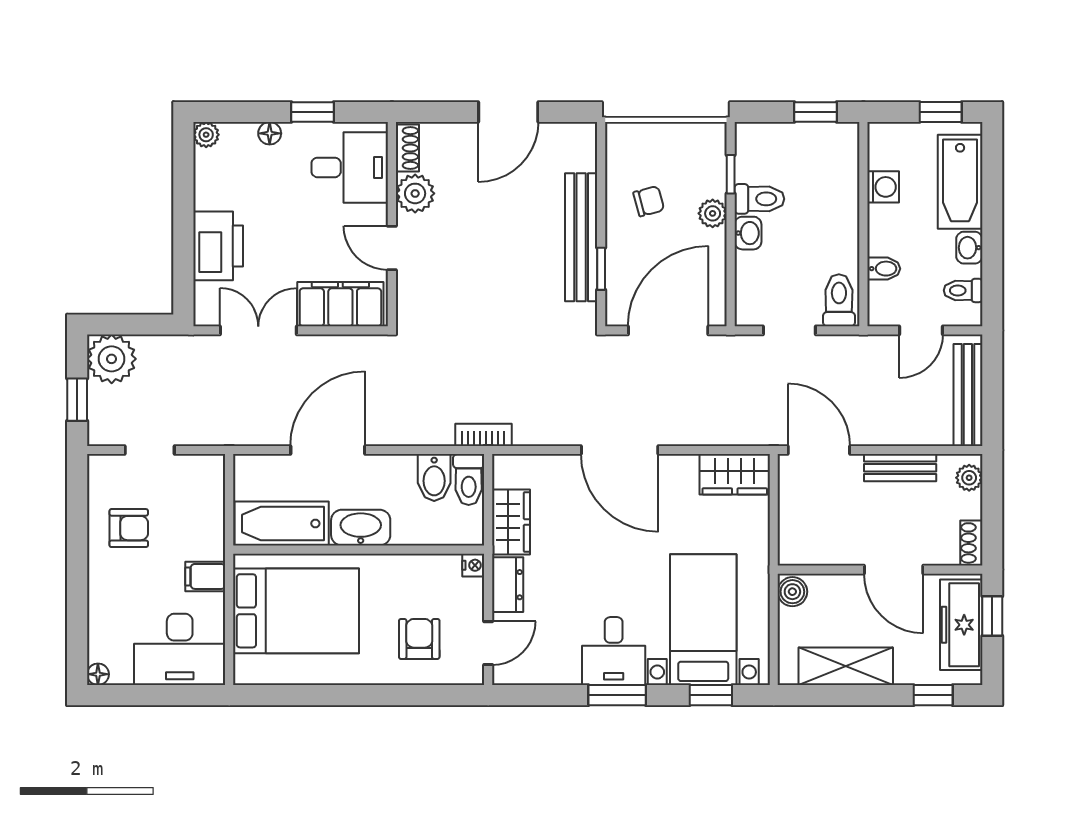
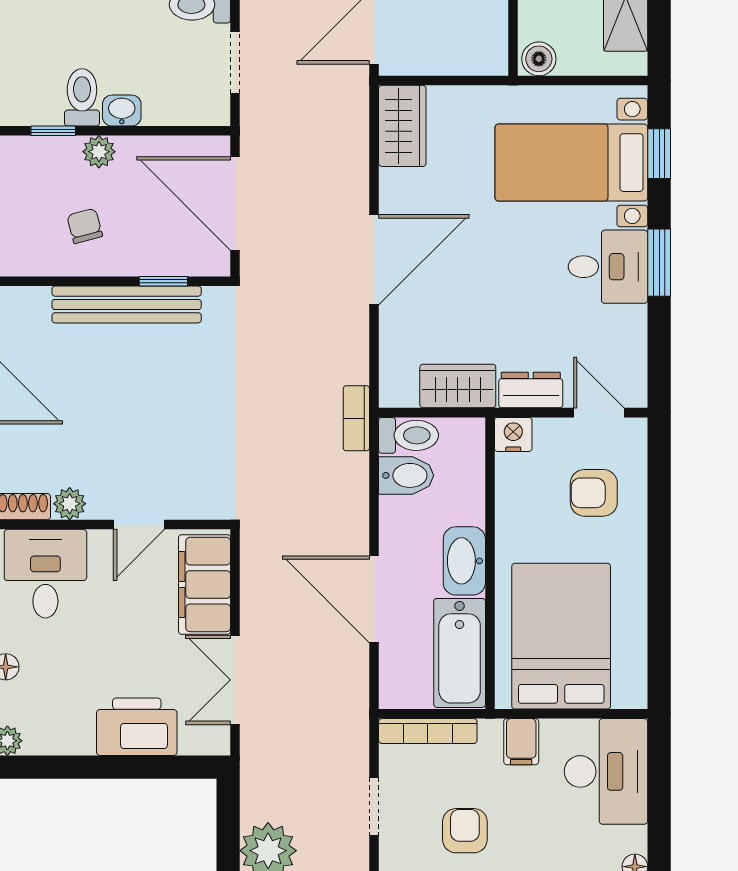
plant: (415, 193) -> (70, 504), width x0.73, depth x0.73
bookcase: (214, 496) -> (428, 731), added
nightstand: (473, 565) -> (513, 434), width x1.39, depth x1.35

